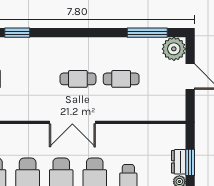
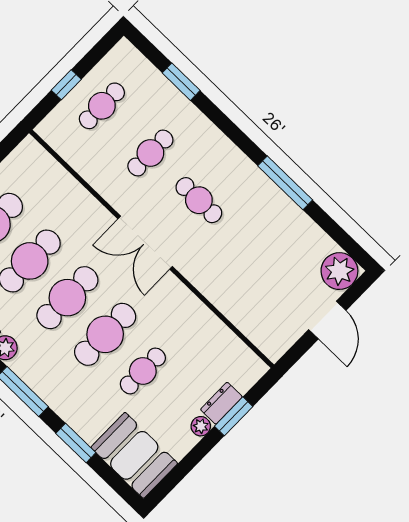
window: (147, 33) -> (285, 183), moved
cafe table: (121, 79) -> (150, 153), moved, turned 90

